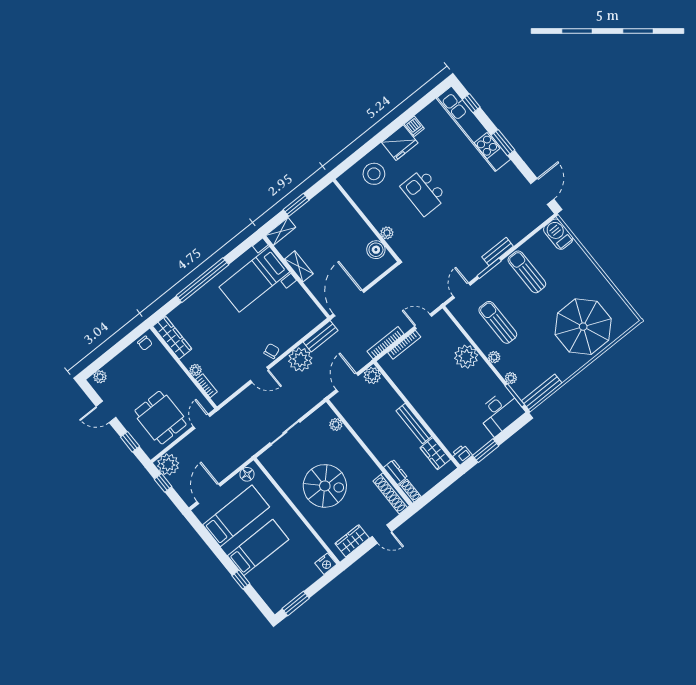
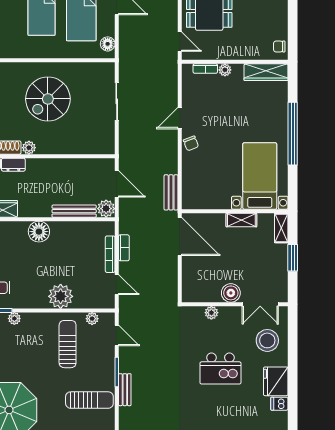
kitchen island: (424, 192) -> (220, 369), turned 180
double door: (351, 201) -> (260, 304), added
boiler: (376, 250) -> (231, 293), moved
door: (423, 321) -> (117, 285), hinge flipped
sun lounger: (498, 322) -> (68, 344), turned -90
bookcase: (386, 343) -> (124, 248), width x0.64
plant: (494, 357) -> (92, 319), moved
plant: (300, 360) -> (165, 161), removed
floor lamp: (430, 412) -> (39, 232), added
bench: (414, 423) -> (74, 211), moved
plant: (336, 424) -> (29, 148), moved

